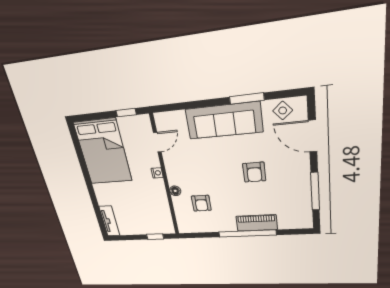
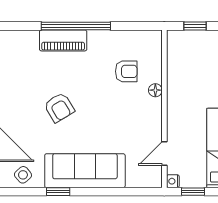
window: (247, 98) -> (58, 192), width x0.67
armchair: (254, 172) -> (59, 107), turned 149
nightstand: (157, 173) -> (173, 181), moved
armchair: (201, 203) -> (126, 71), turned 90

